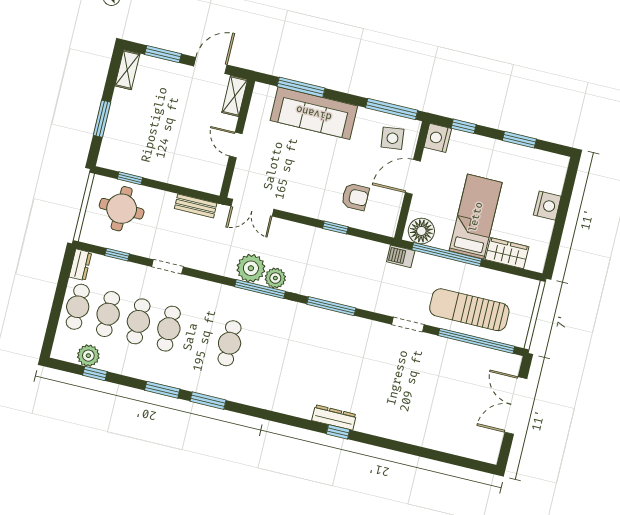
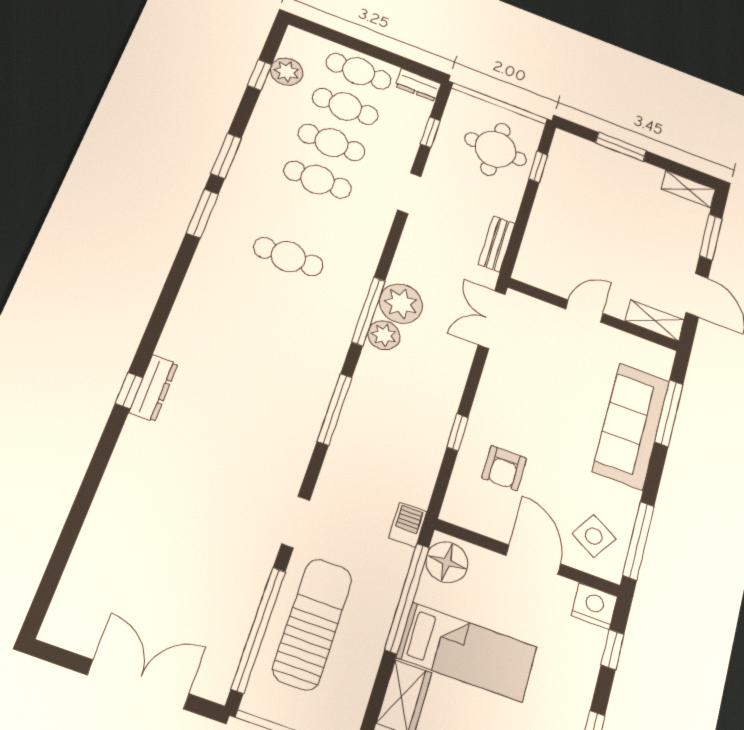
side table: (392, 138) -> (594, 536), turned 38

